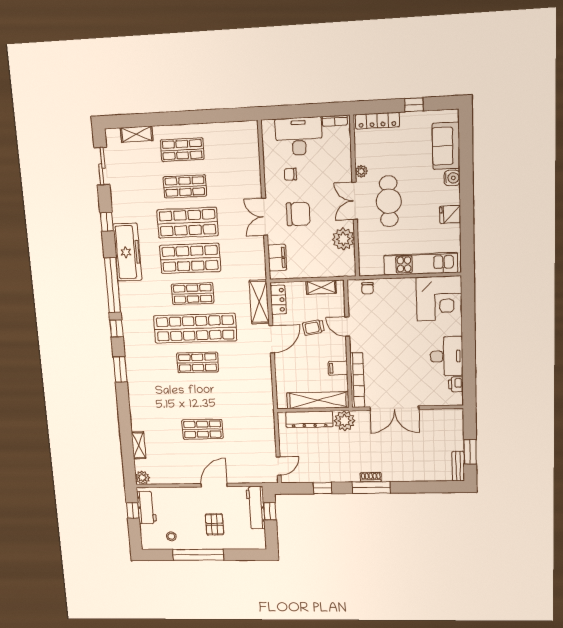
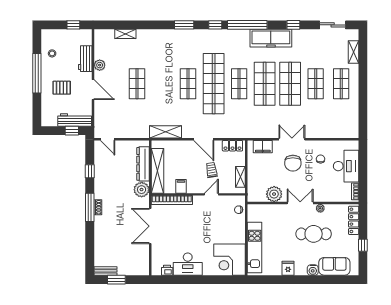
cafe table: (389, 201) -> (314, 234), moved
shelving: (259, 302) -> (165, 132), moved
plant: (142, 478) -> (100, 65), moved
workbench: (147, 508) -> (85, 59), moved, turned 90

